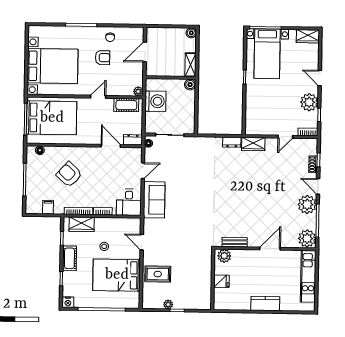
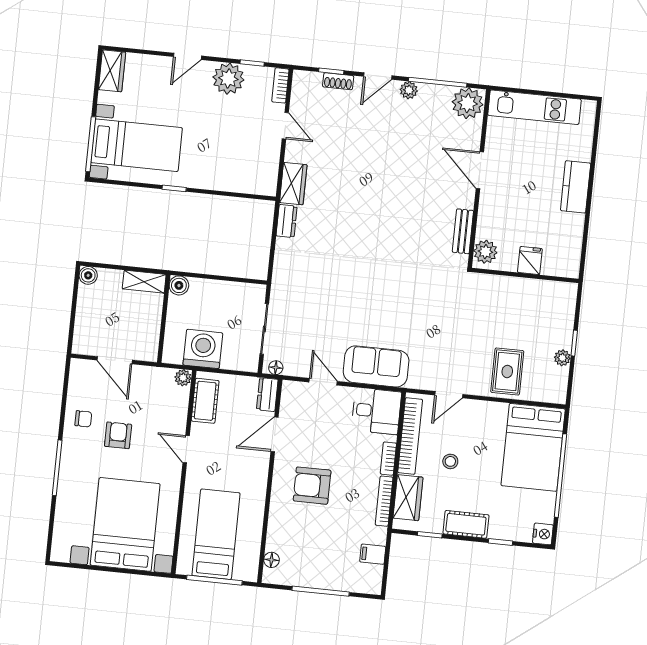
bed: (52, 118) -> (216, 534), width x0.67
armchair: (69, 174) -> (312, 486), moved, turned 47
plant: (307, 205) -> (409, 90), width x0.53, depth x0.53
bookcase: (117, 222) -> (410, 436), added
bed: (117, 275) -> (533, 447), moved

